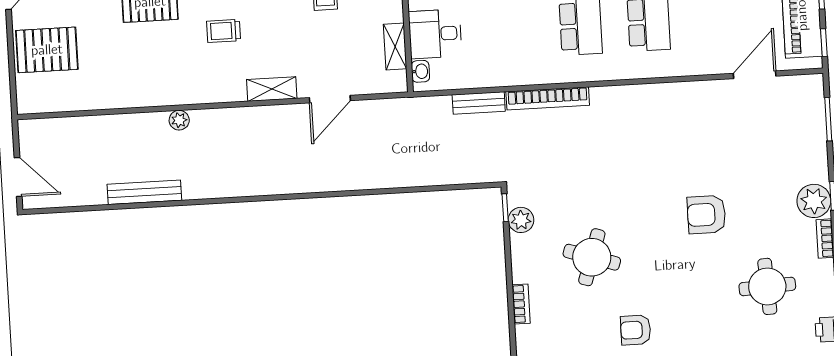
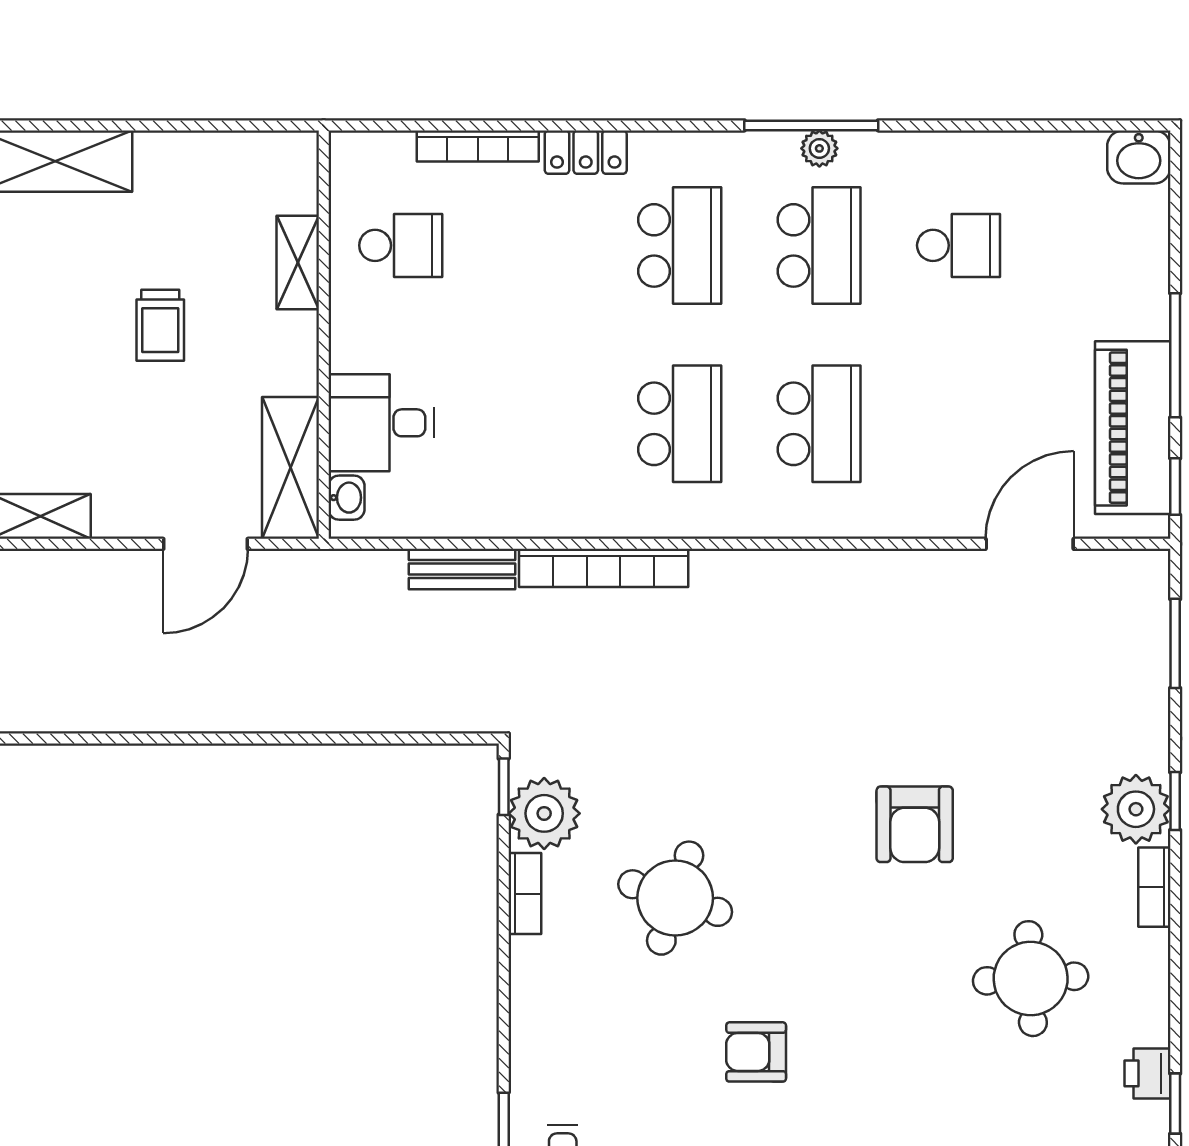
shelving: (395, 47) -> (290, 468), width x1.50, depth x1.33
door: (330, 99) -> (206, 544), moved
armchair: (706, 215) -> (915, 824), turned -90
plant: (521, 220) -> (544, 813), width x1.36, depth x1.36
bookcase: (521, 304) -> (525, 894), moved

